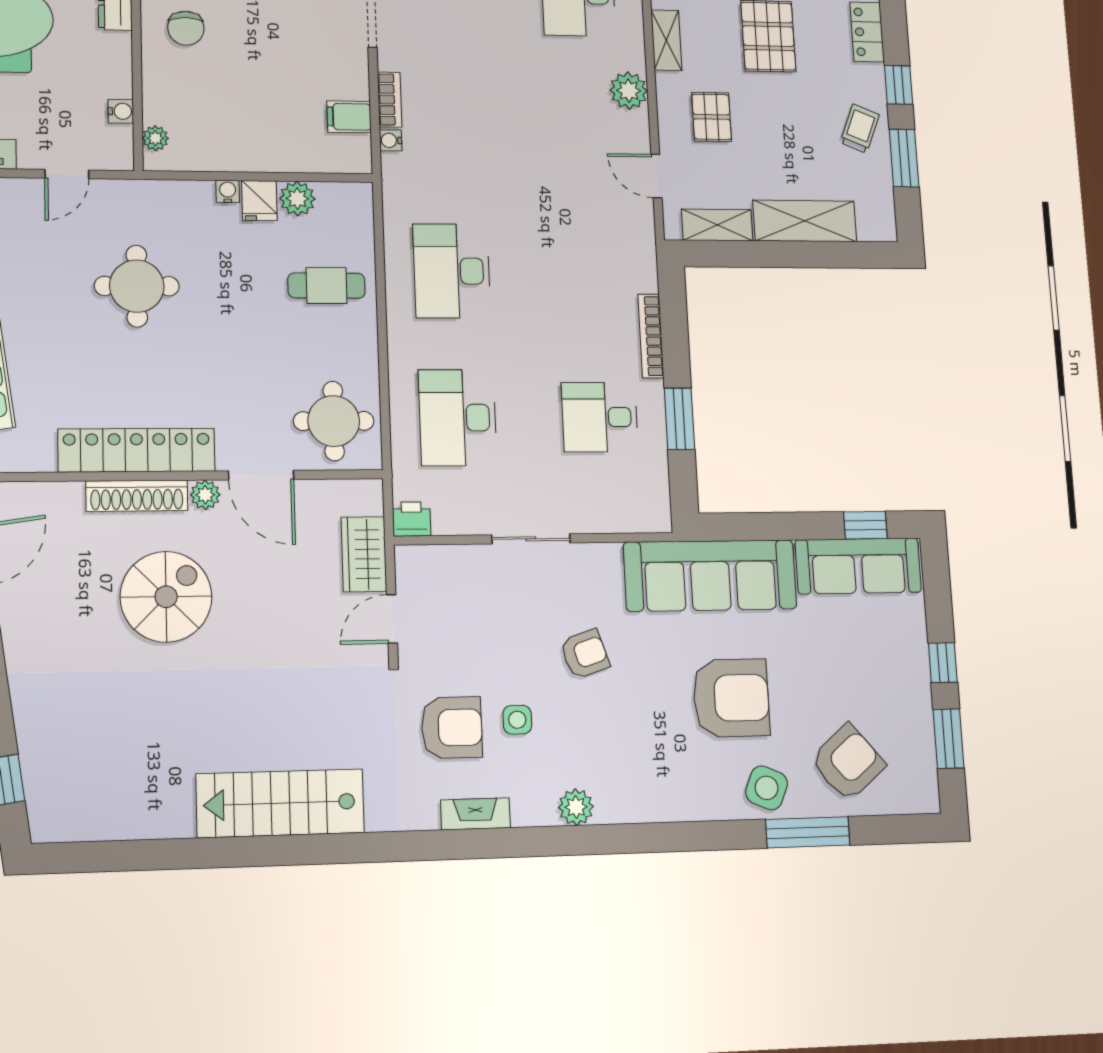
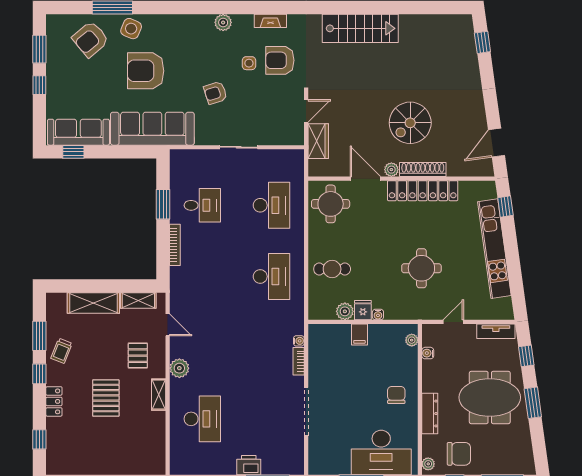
filing cabinet: (349, 117) -> (359, 334), moved, turned 90
printer: (412, 519) -> (295, 157), removed

